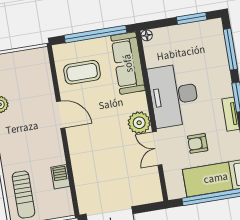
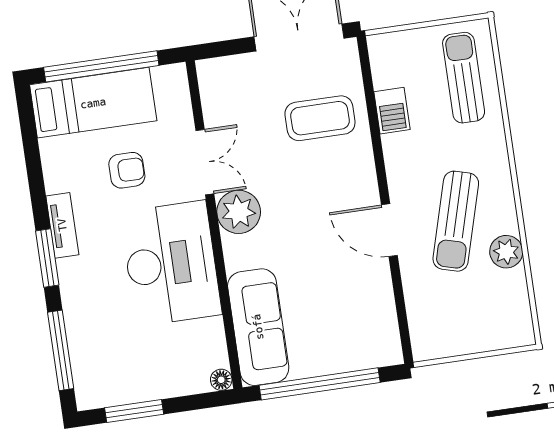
coffee table: (82, 72) -> (320, 118), moved
sun lounger: (26, 120) -> (456, 221), added

